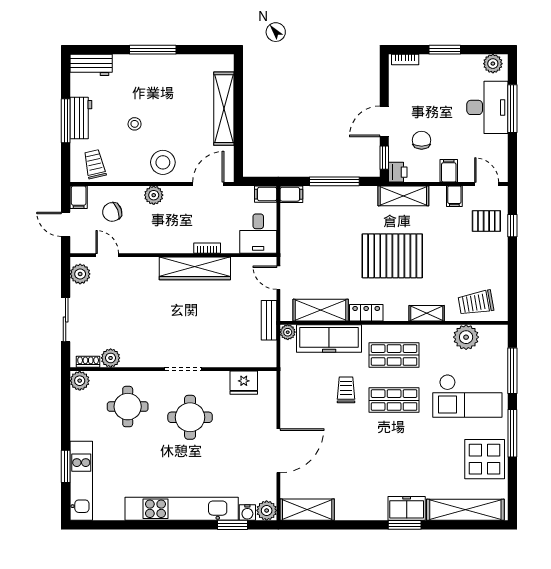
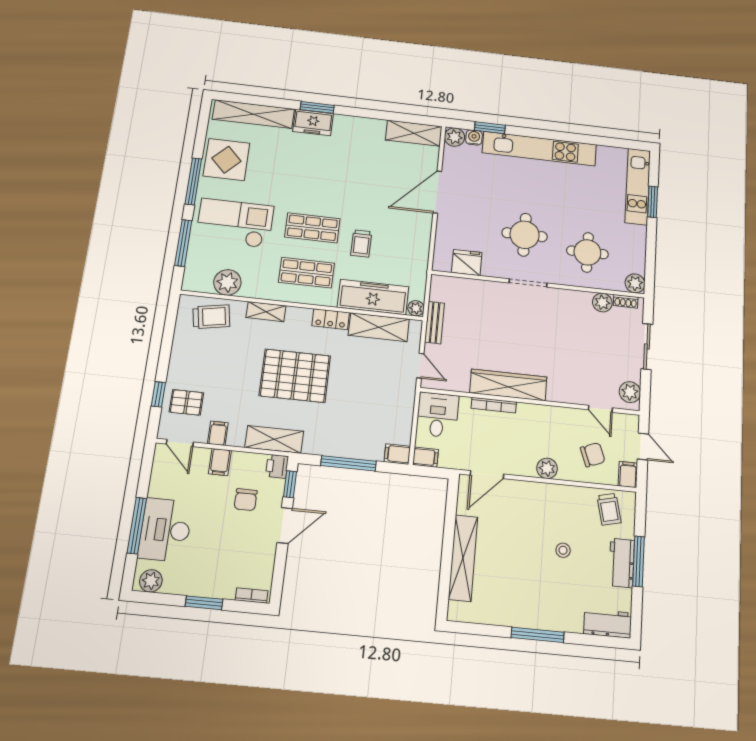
stool: (163, 162) -> (535, 504), removed
bookcase: (207, 248) -> (494, 405), width x1.56

